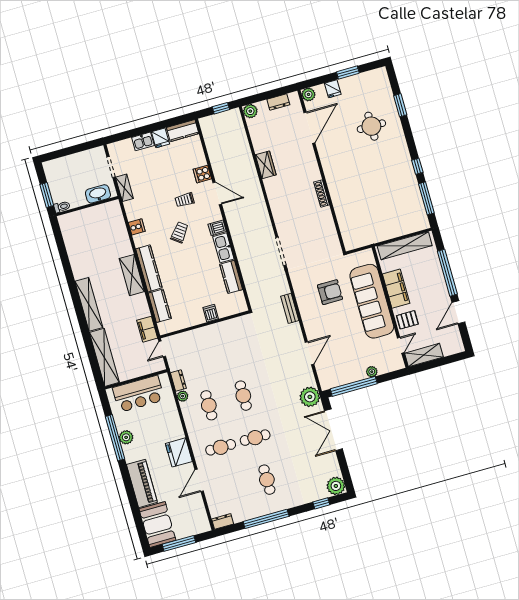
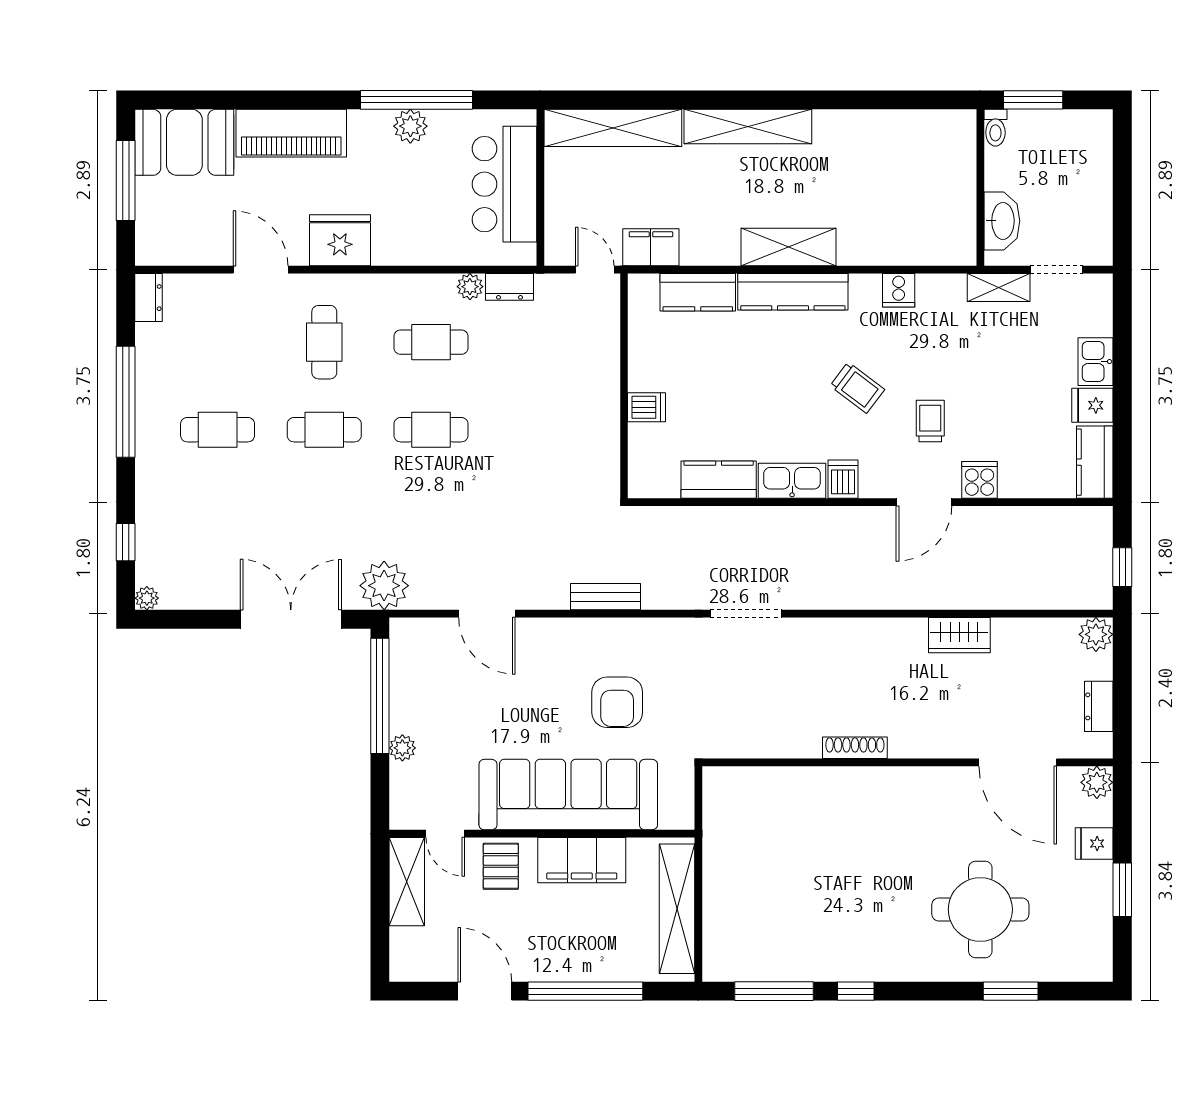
round table: (371, 126) -> (980, 909), width x1.36, depth x1.36
cafe table: (255, 438) -> (324, 430), turned 90
plant: (336, 486) -> (147, 598), width x0.53, depth x0.53

